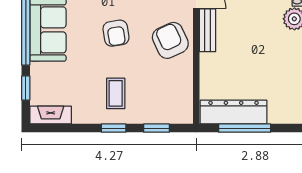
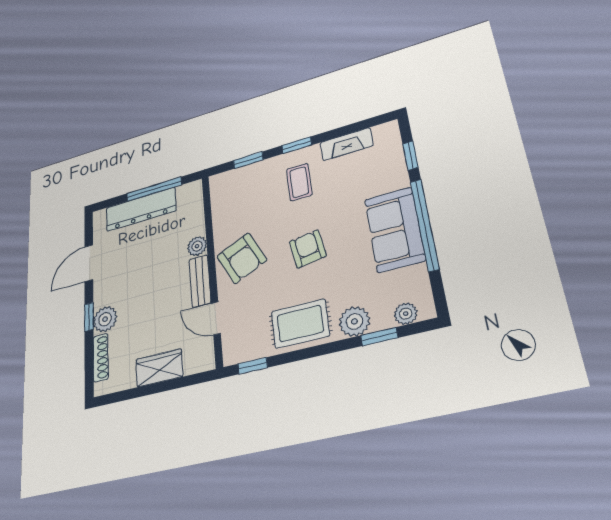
plant: (208, 62) -> (197, 246), added
dresser: (234, 112) -> (141, 209), moved
fireplace: (51, 115) -> (346, 144), moved

